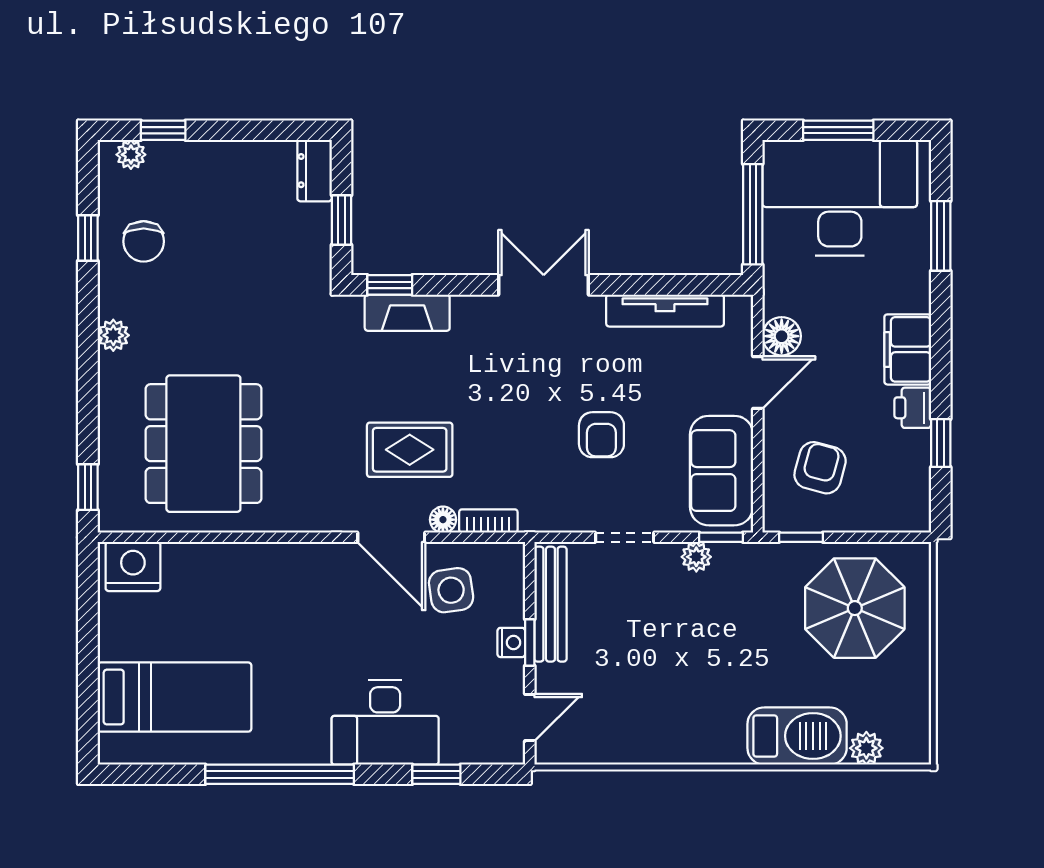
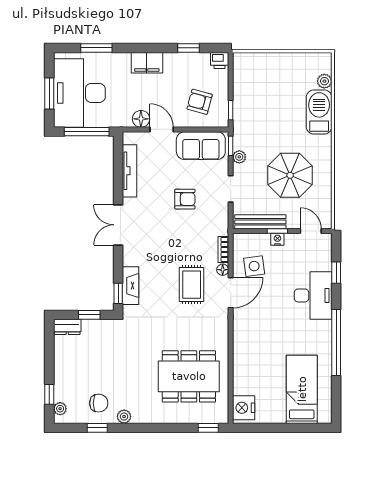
plant: (113, 335) -> (124, 417), moved
printer: (913, 408) -> (220, 60), moved
parasol: (855, 608) -> (290, 175), moved

